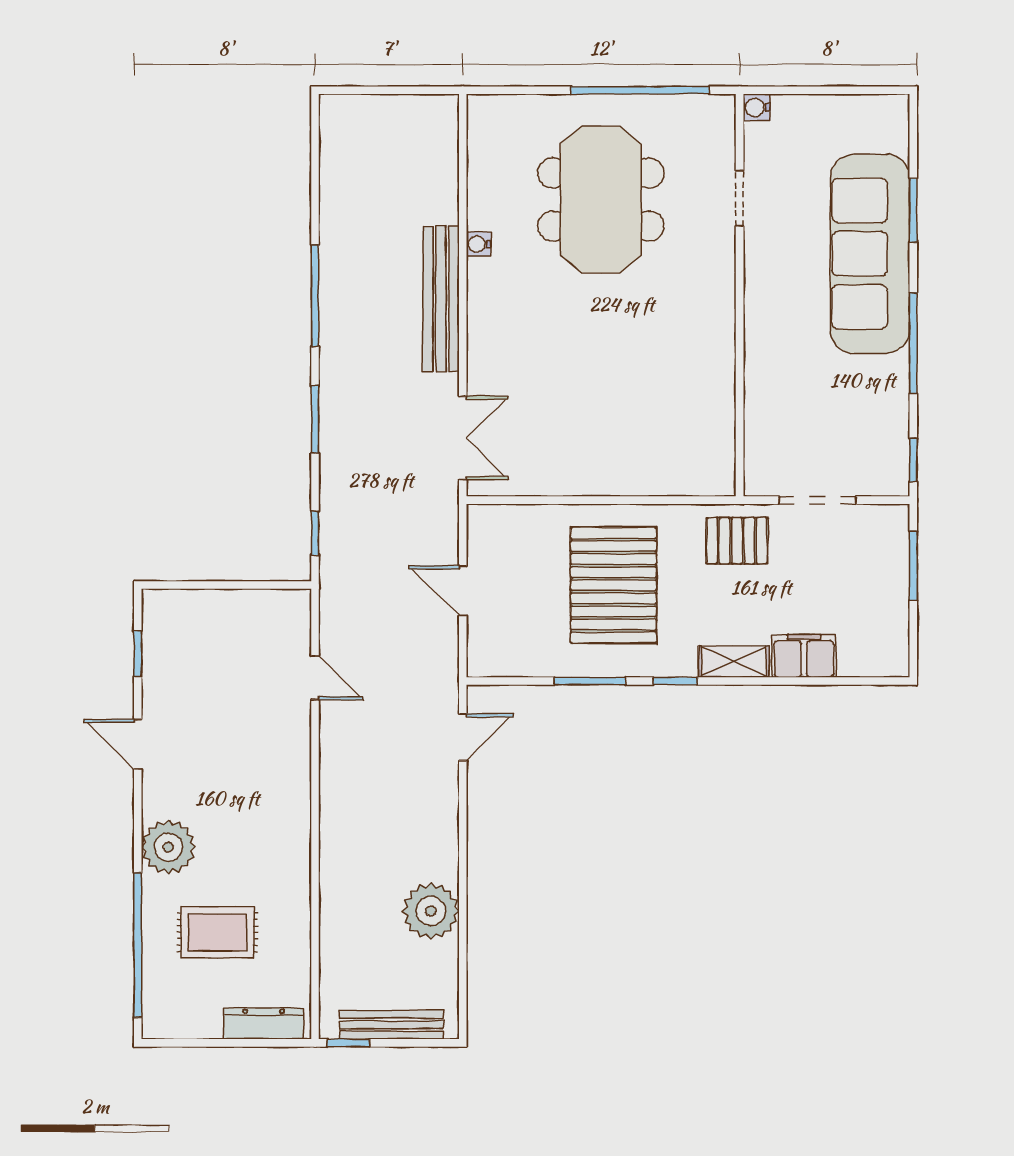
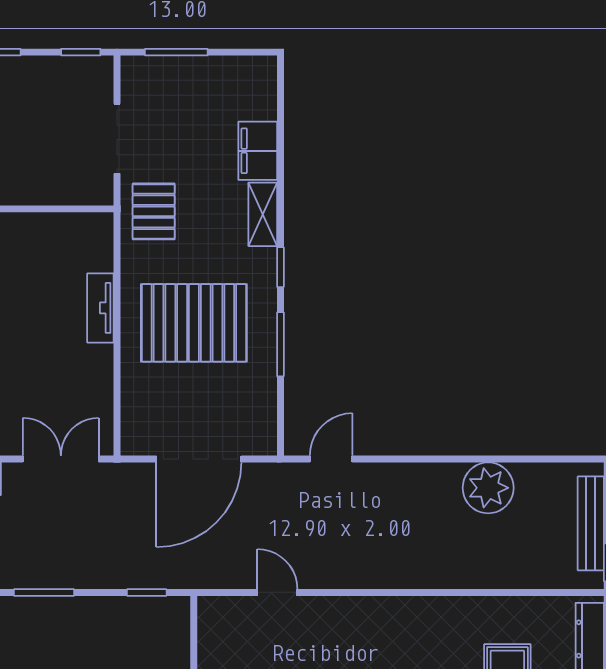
tv unit: (630, 482) -> (100, 308), added
door: (463, 591) -> (199, 459), width x1.88
door: (315, 678) -> (277, 592), hinge flipped
door: (463, 737) -> (331, 459), hinge flipped

